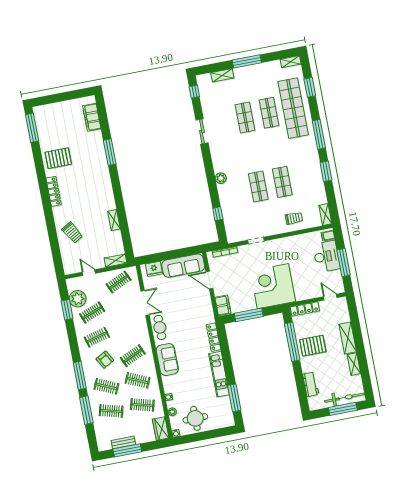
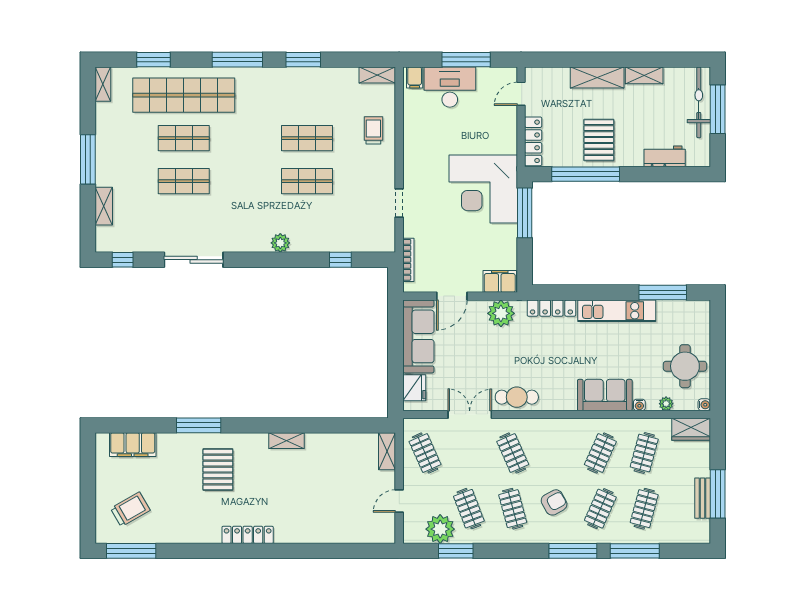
sliding door: (202, 131) -> (194, 260), width x1.37
pallet: (58, 158) -> (218, 470), moved
shelving: (114, 220) -> (287, 441), moved
trolley: (72, 233) -> (130, 509), moved
plant: (205, 310) -> (501, 313), added
window: (249, 315) -> (525, 213), moved
clothes rail: (133, 356) -> (513, 453), moved
sofa: (167, 360) -> (605, 395), moved

